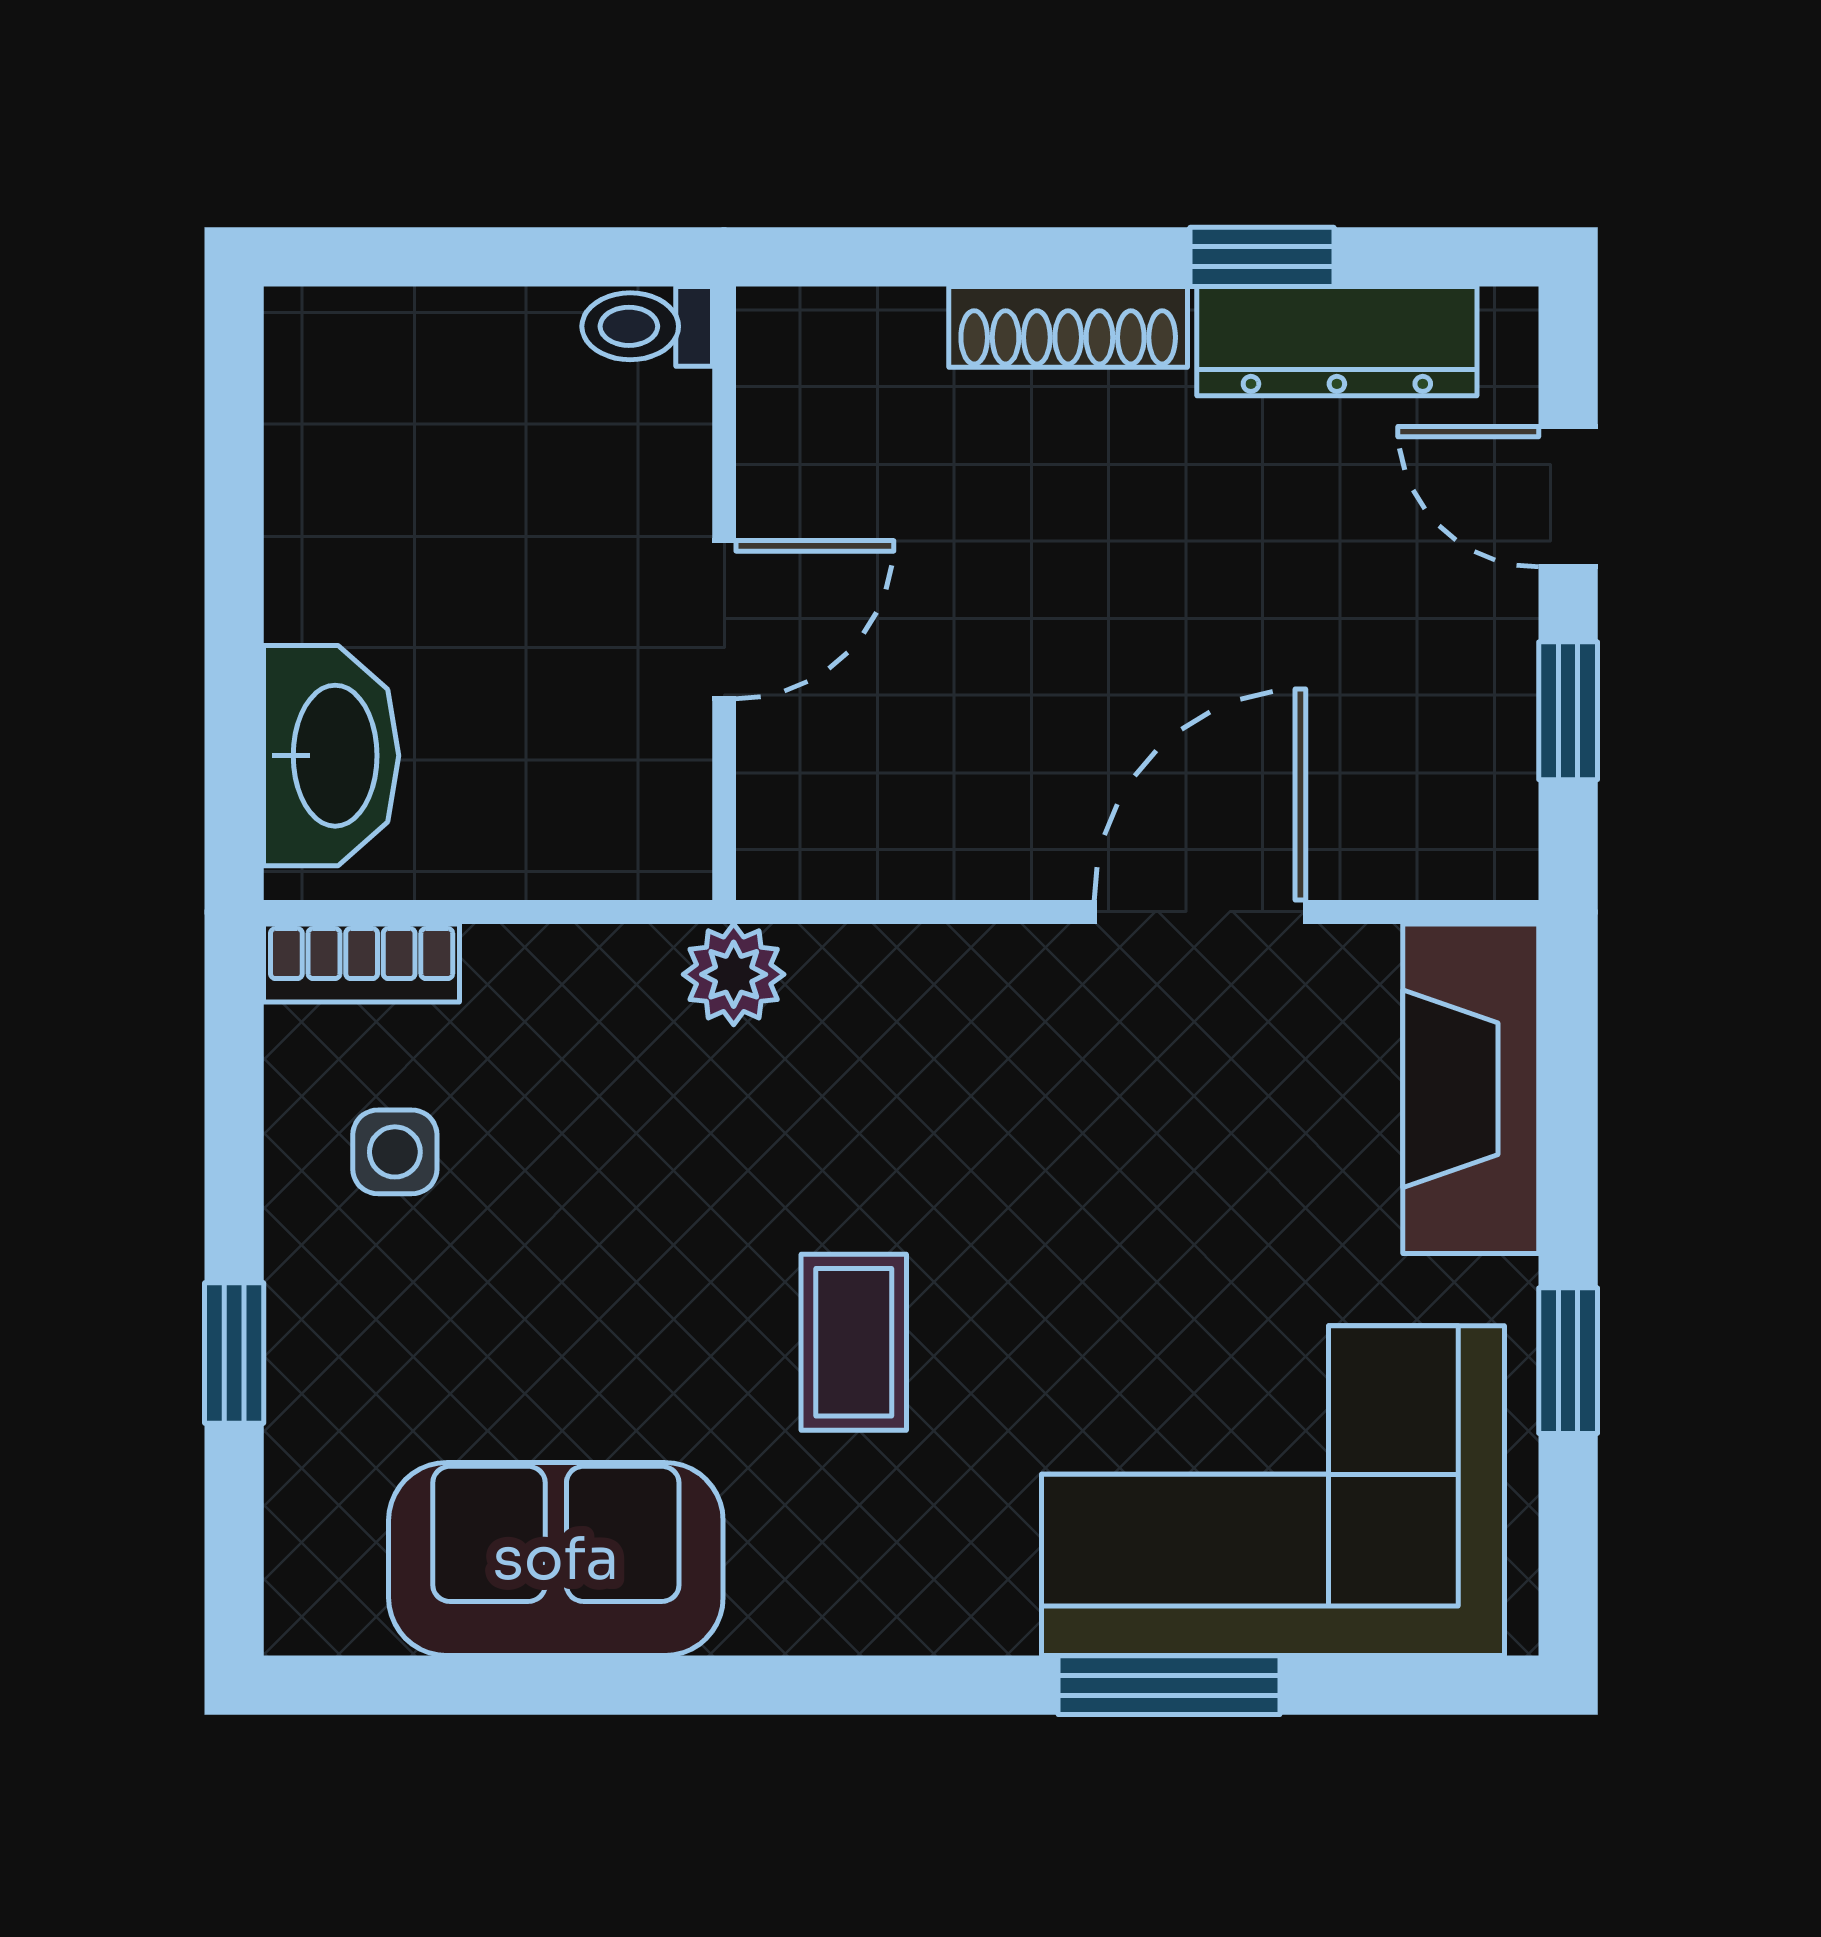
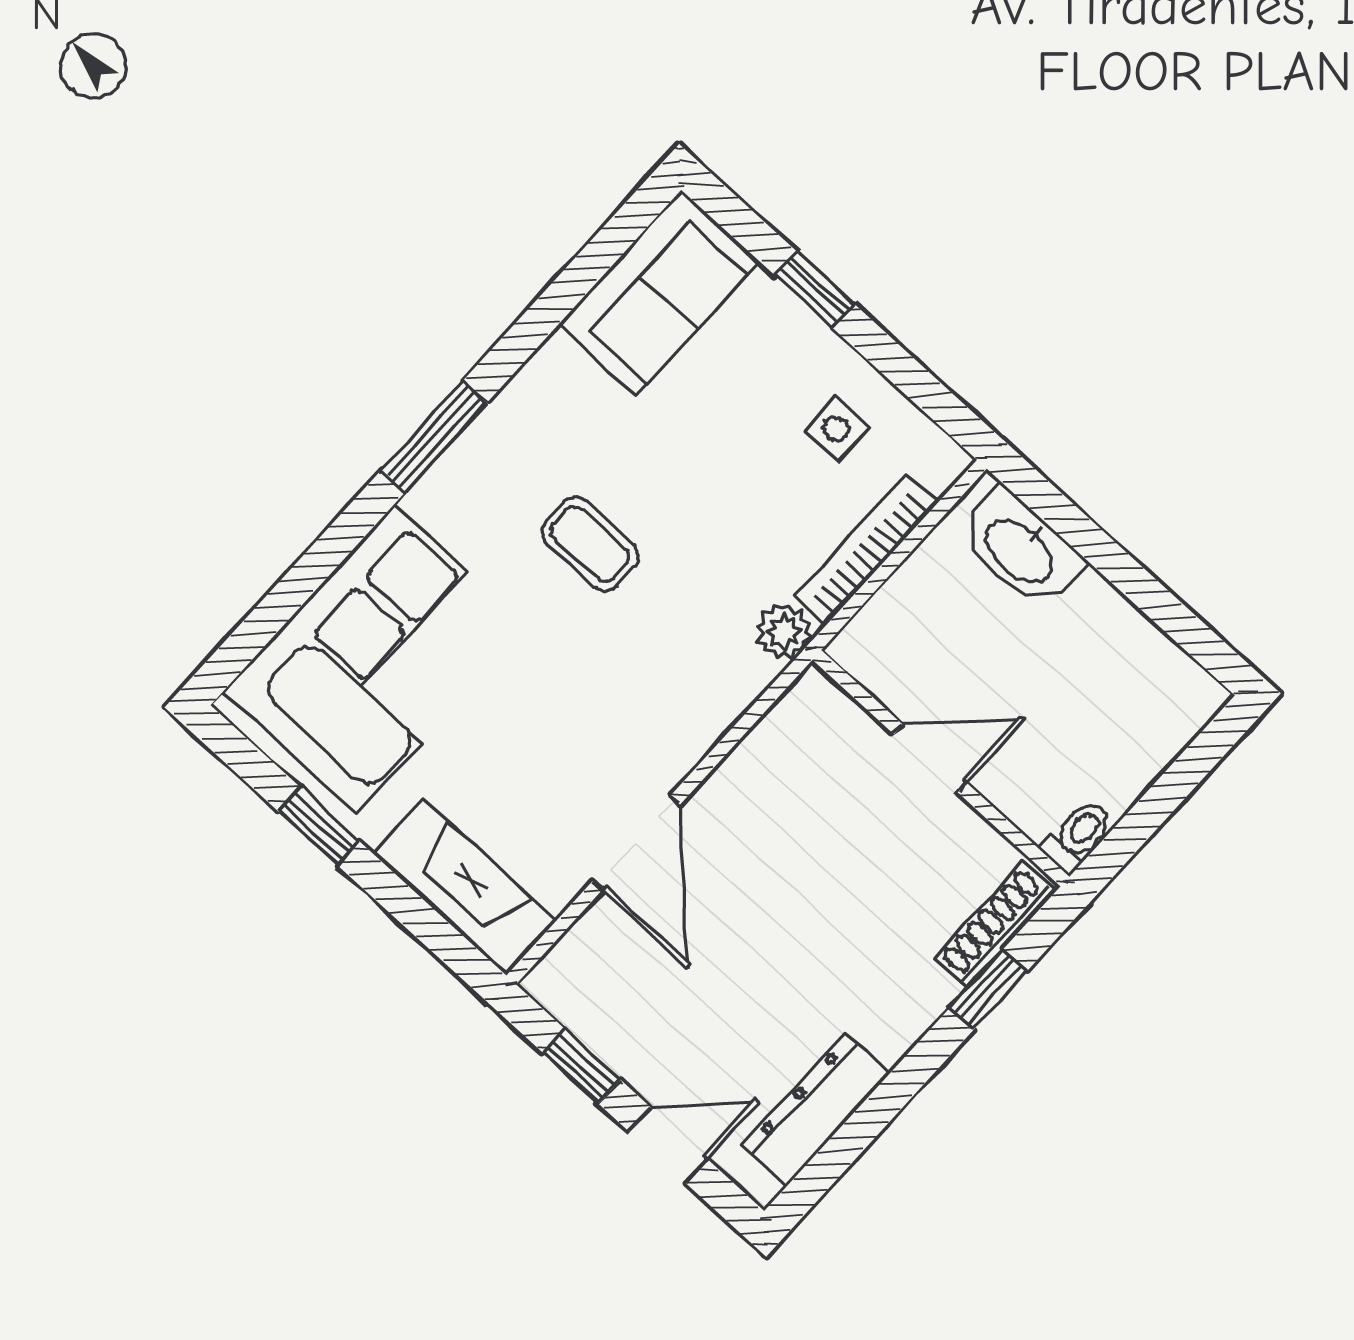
window: (1262, 257) -> (988, 989), moved
shoe rack: (1068, 327) -> (995, 925), moved
door: (724, 620) -> (930, 759), swing flipped
bookcase: (362, 963) -> (866, 549), moved, width x1.56
sofa: (556, 1559) -> (659, 293), moved
window: (1169, 1685) -> (434, 437), moved

